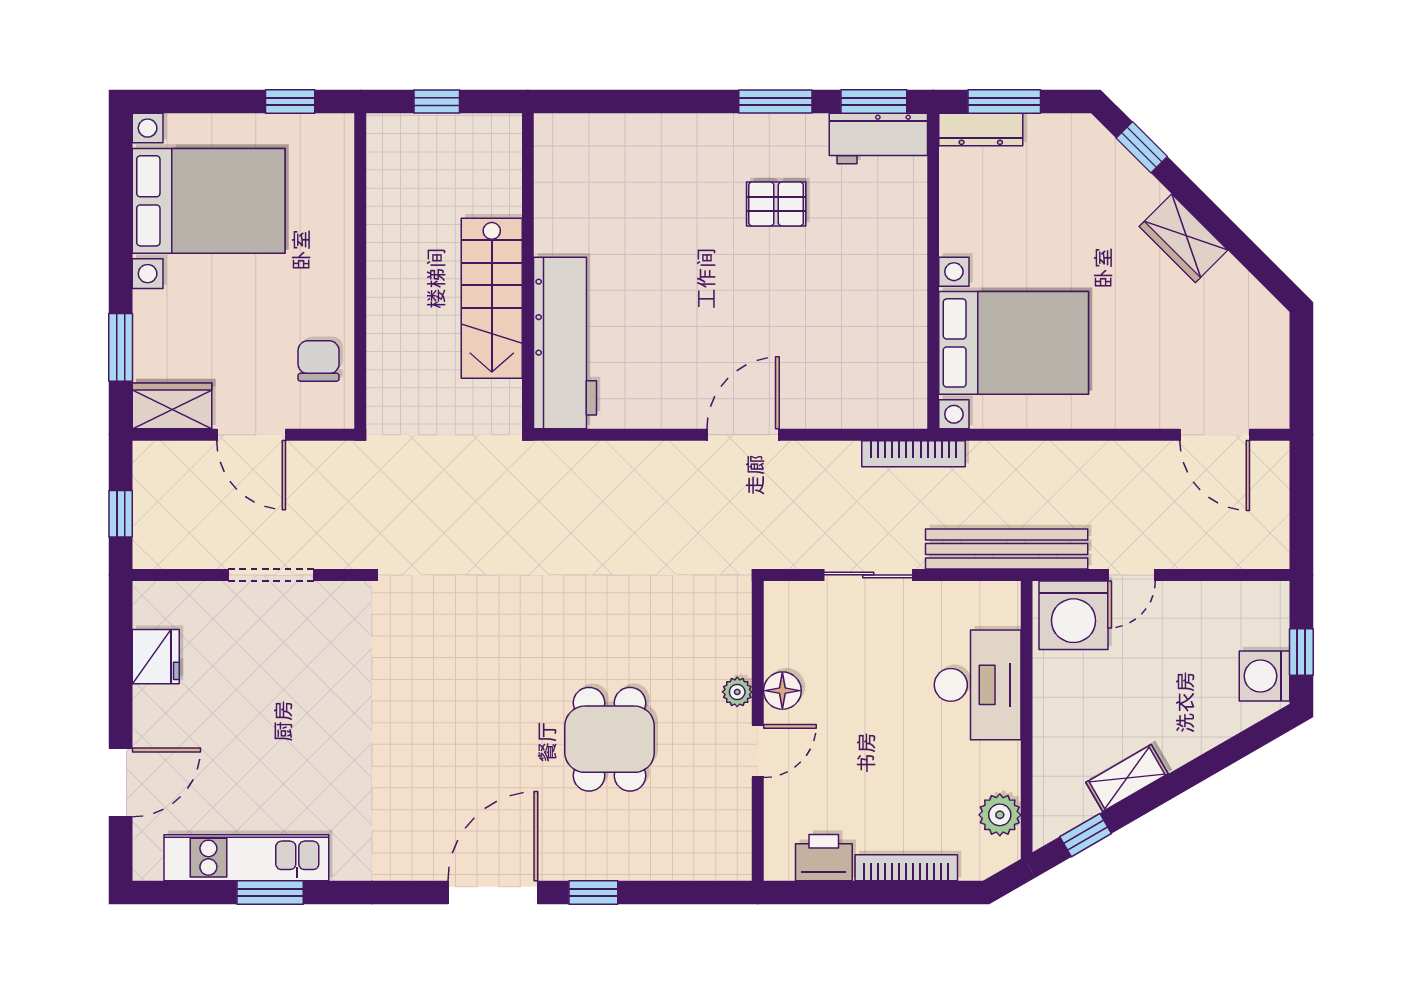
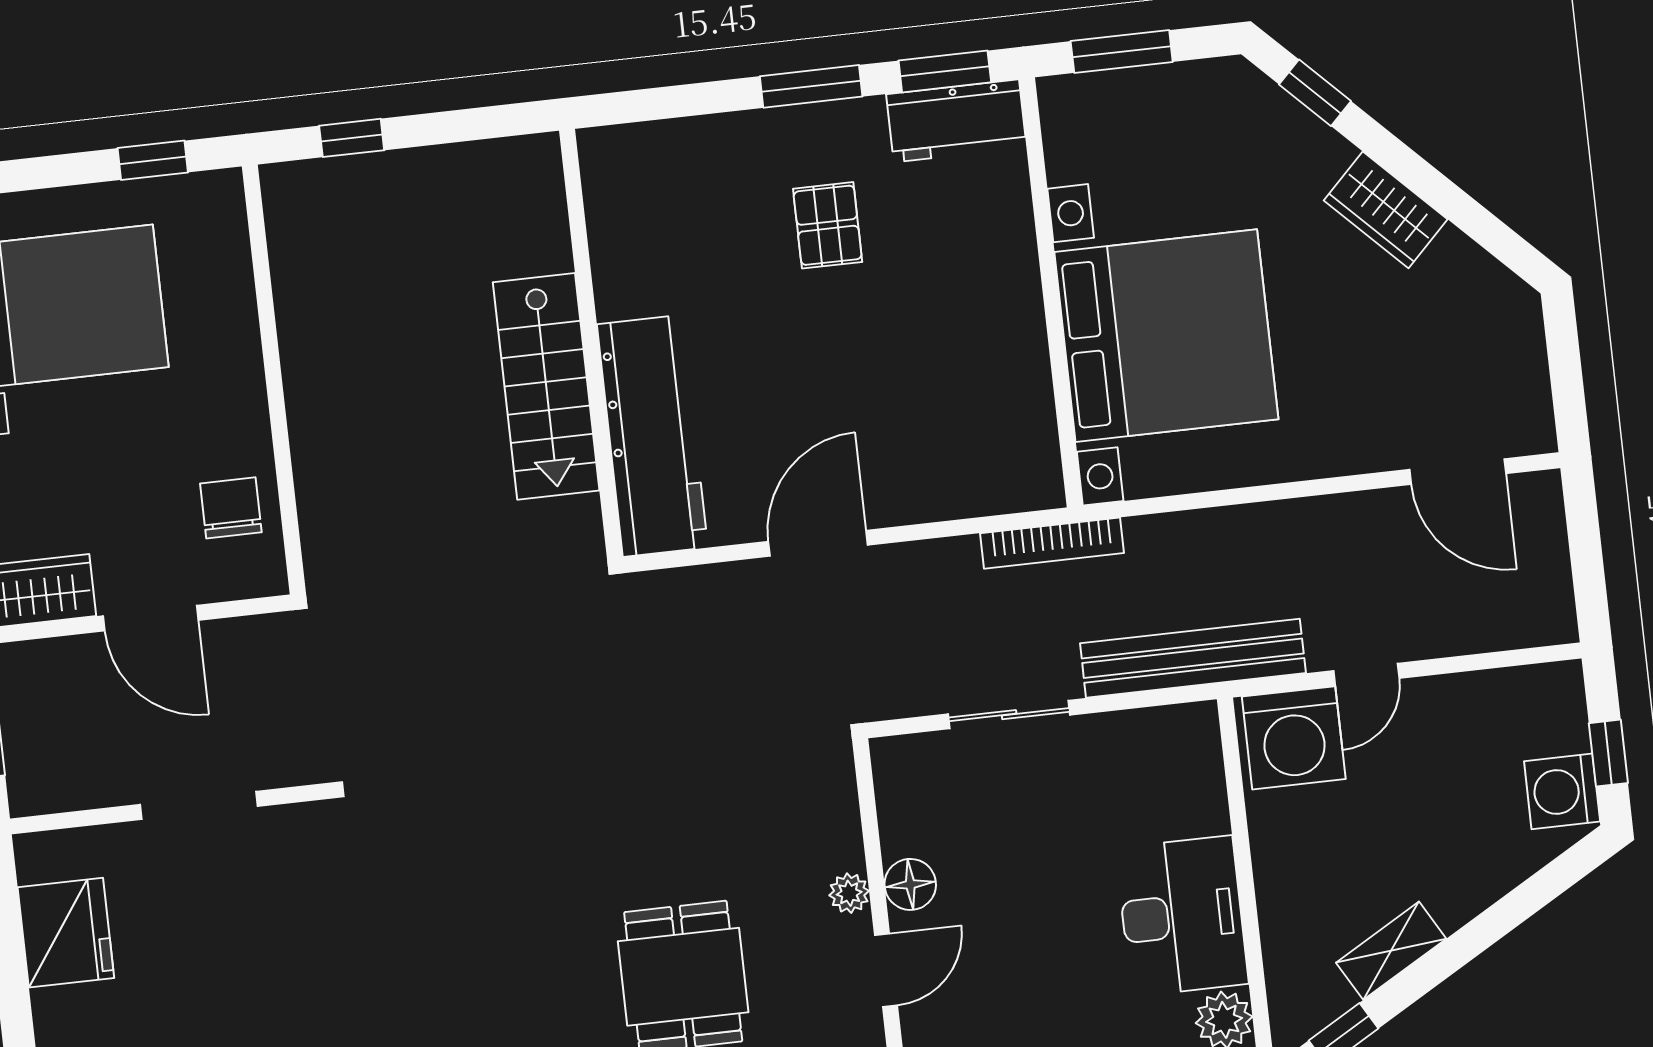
dresser: (981, 130) -> (1094, 93), removed
pallet: (776, 204) -> (828, 225), turned 90
wall: (528, 271) -> (591, 344), moved
stairs: (492, 298) -> (546, 386), moved
workbench: (565, 343) -> (652, 436), moved
bed with nightstands: (1014, 343) -> (1166, 336), width x1.36
fridge: (156, 657) -> (66, 933), width x1.36, depth x1.34
desk: (978, 685) -> (1182, 916), moved

